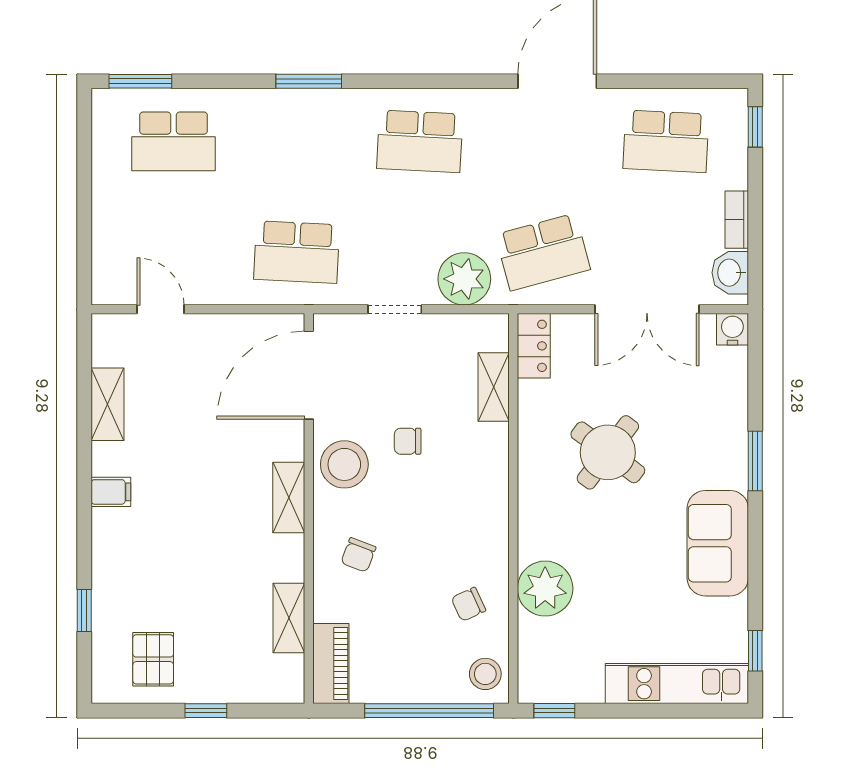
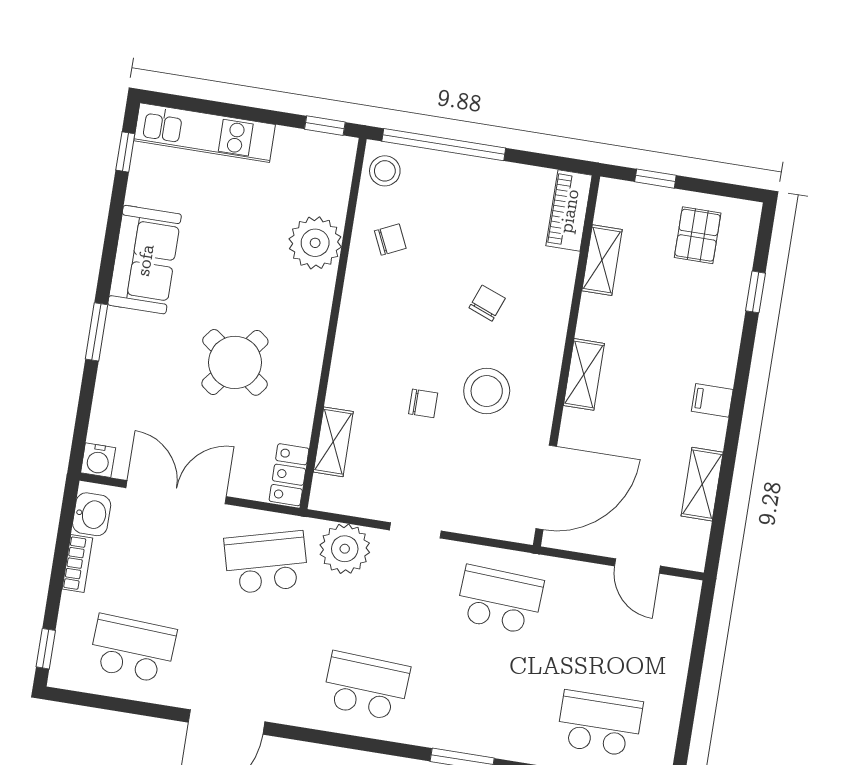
door: (309, 375) -> (546, 487), moved
shelving: (289, 497) -> (584, 374), moved
wall: (309, 509) -> (567, 361), moved
shelving: (289, 618) -> (602, 260), moved
piano: (331, 664) -> (569, 211), moved

